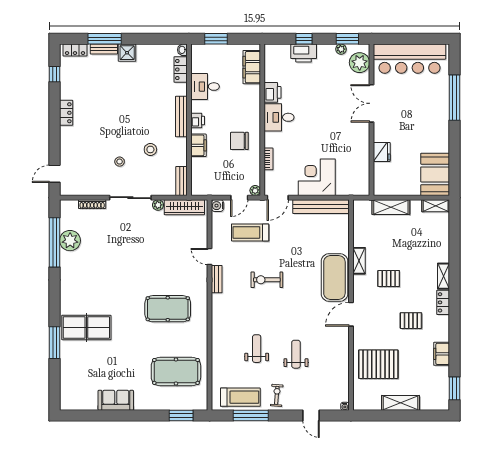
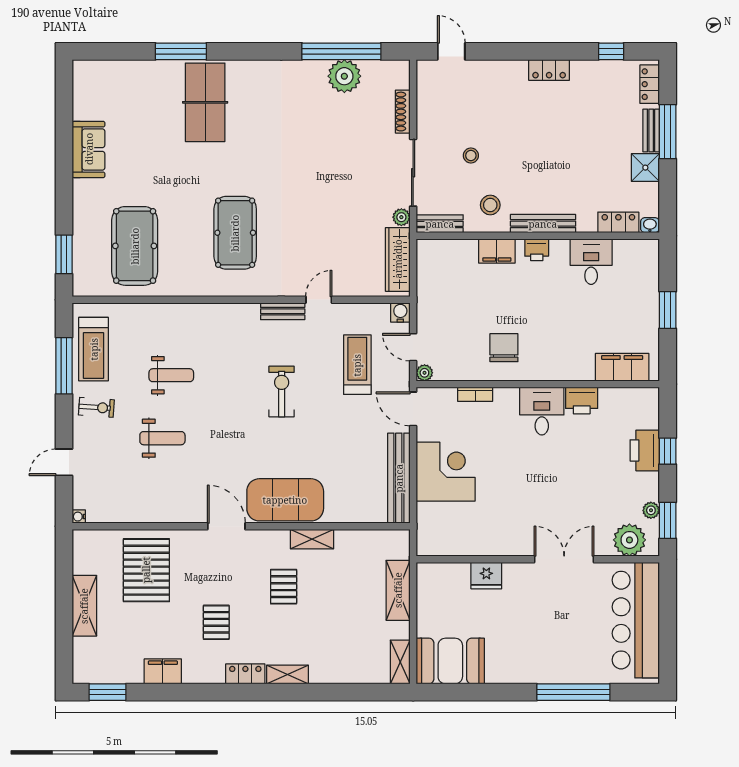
washbasin: (182, 50) -> (650, 225), moved
locker: (181, 70) -> (618, 222), moved
desk: (205, 87) -> (591, 262), moved
bench: (181, 117) -> (543, 224), moved
wall: (189, 120) -> (538, 236), moved
printer: (198, 120) -> (537, 250), moved
filing cabinet: (198, 145) -> (497, 251), moved
bench: (181, 181) -> (440, 224), moved

